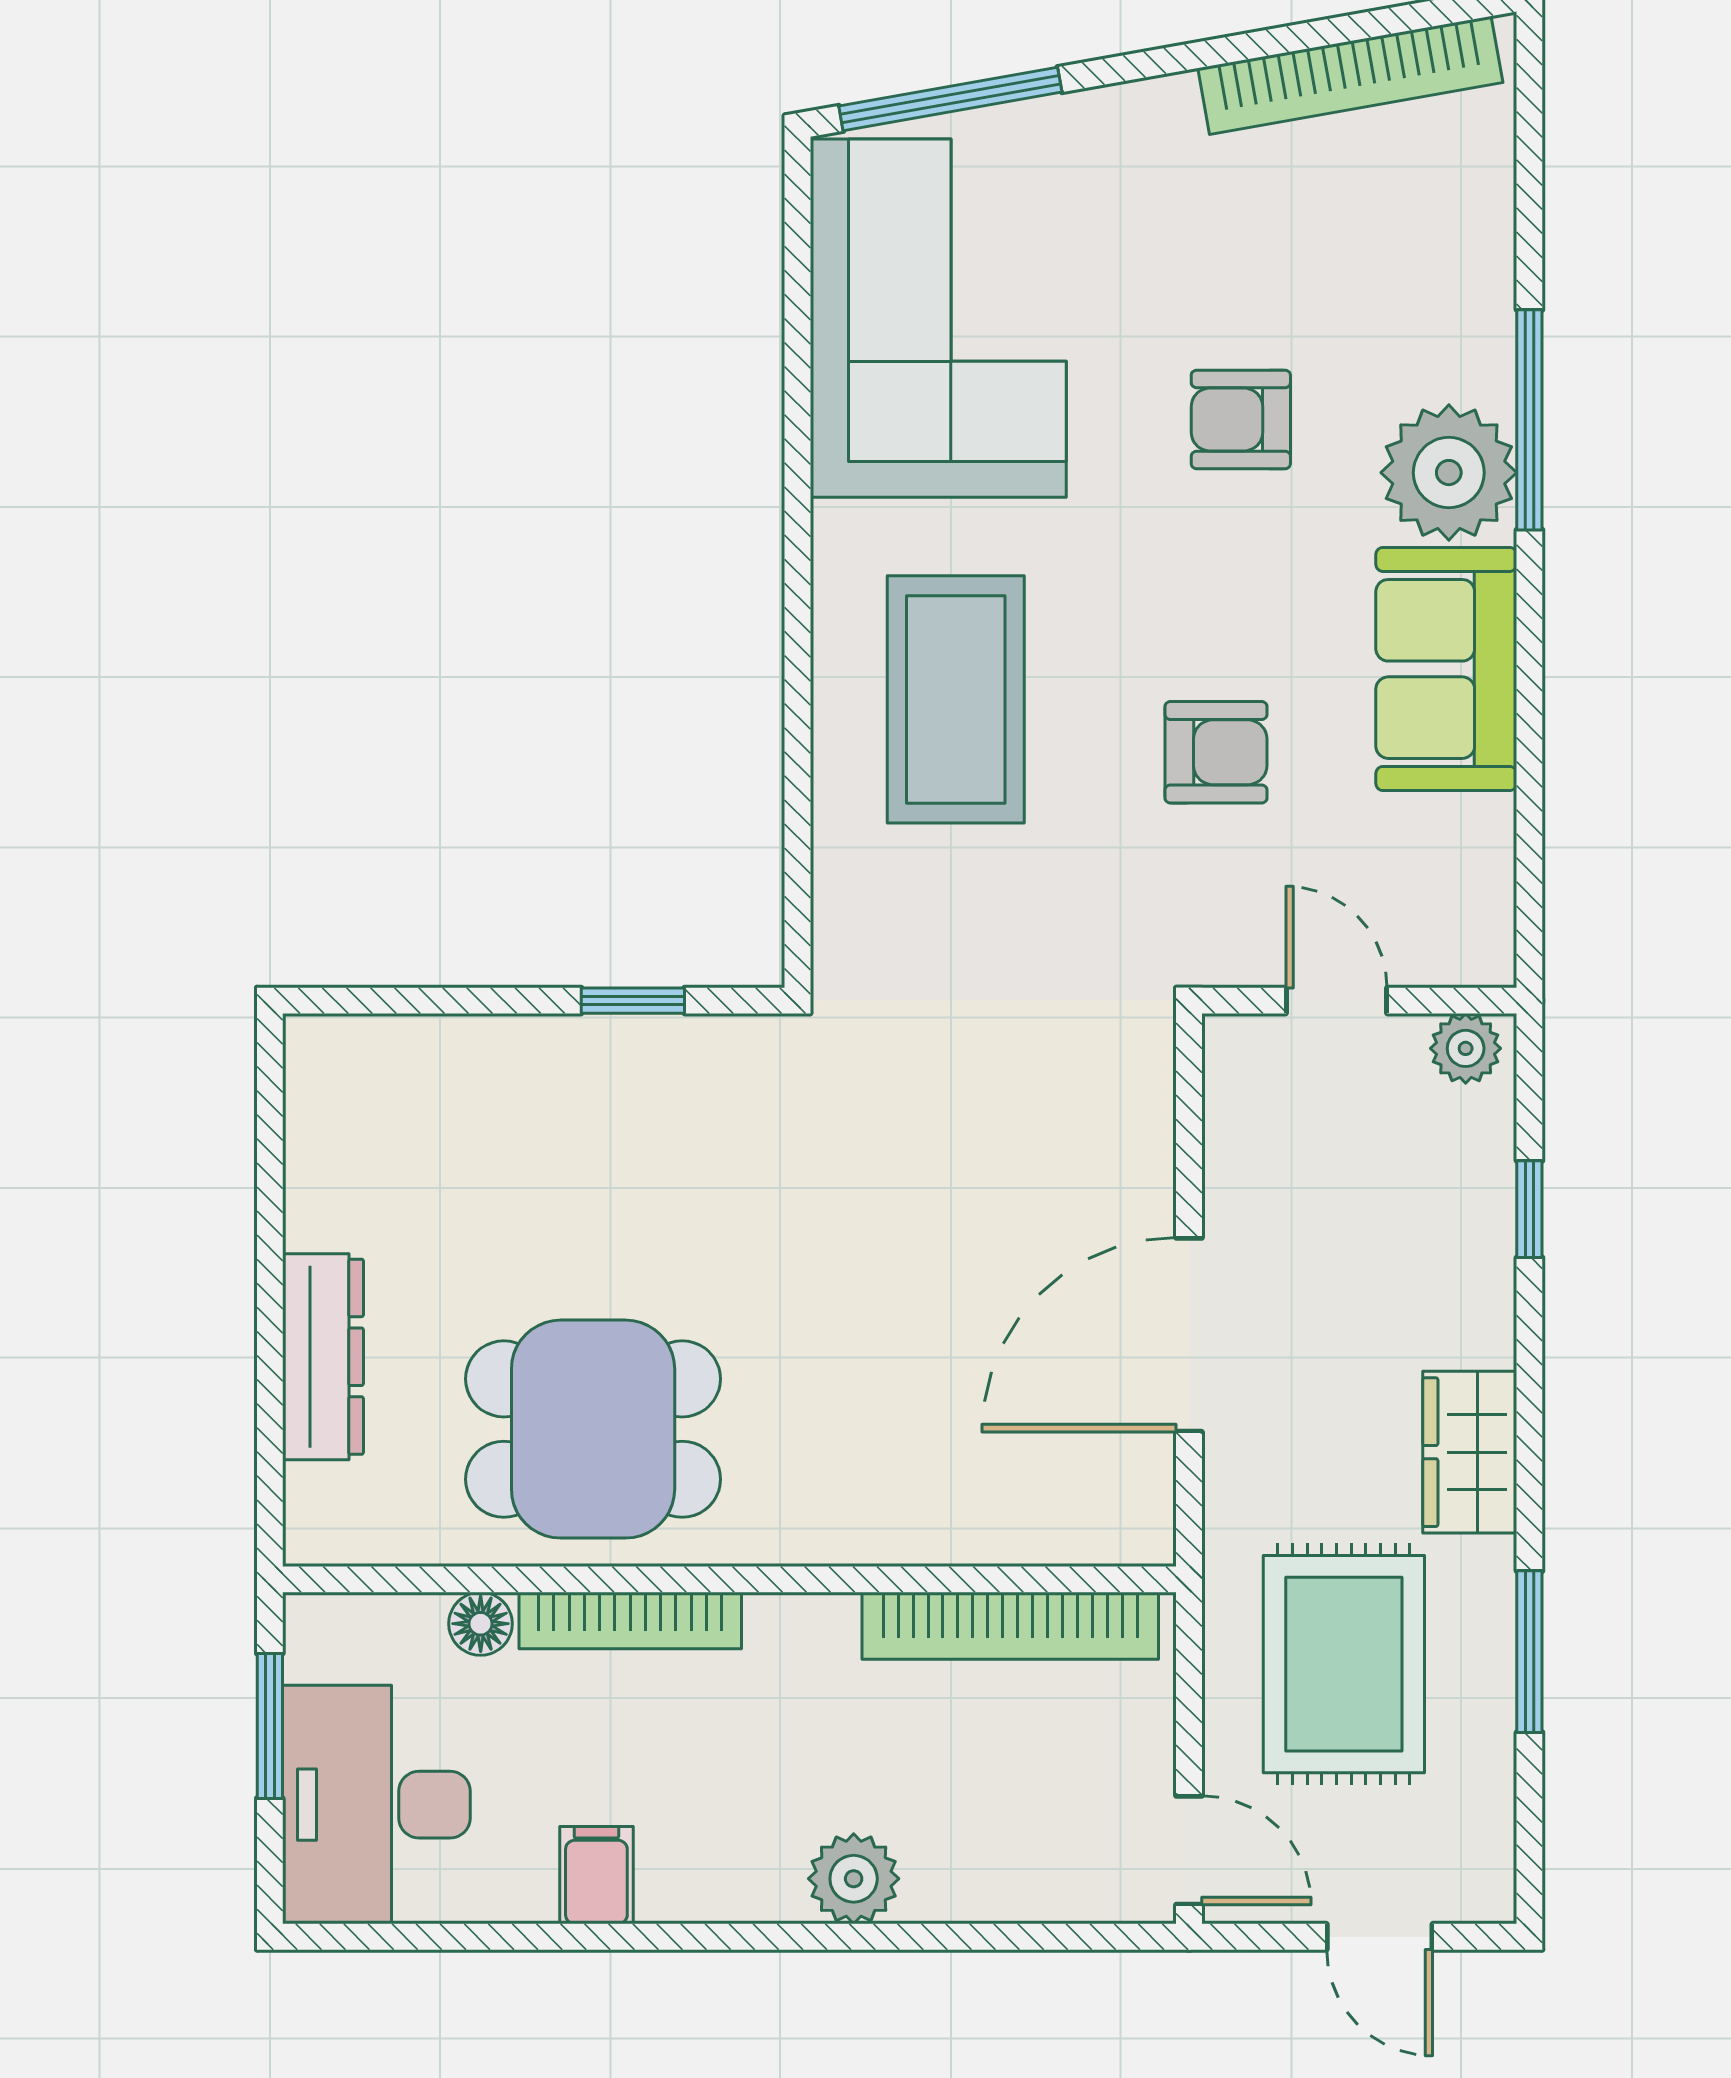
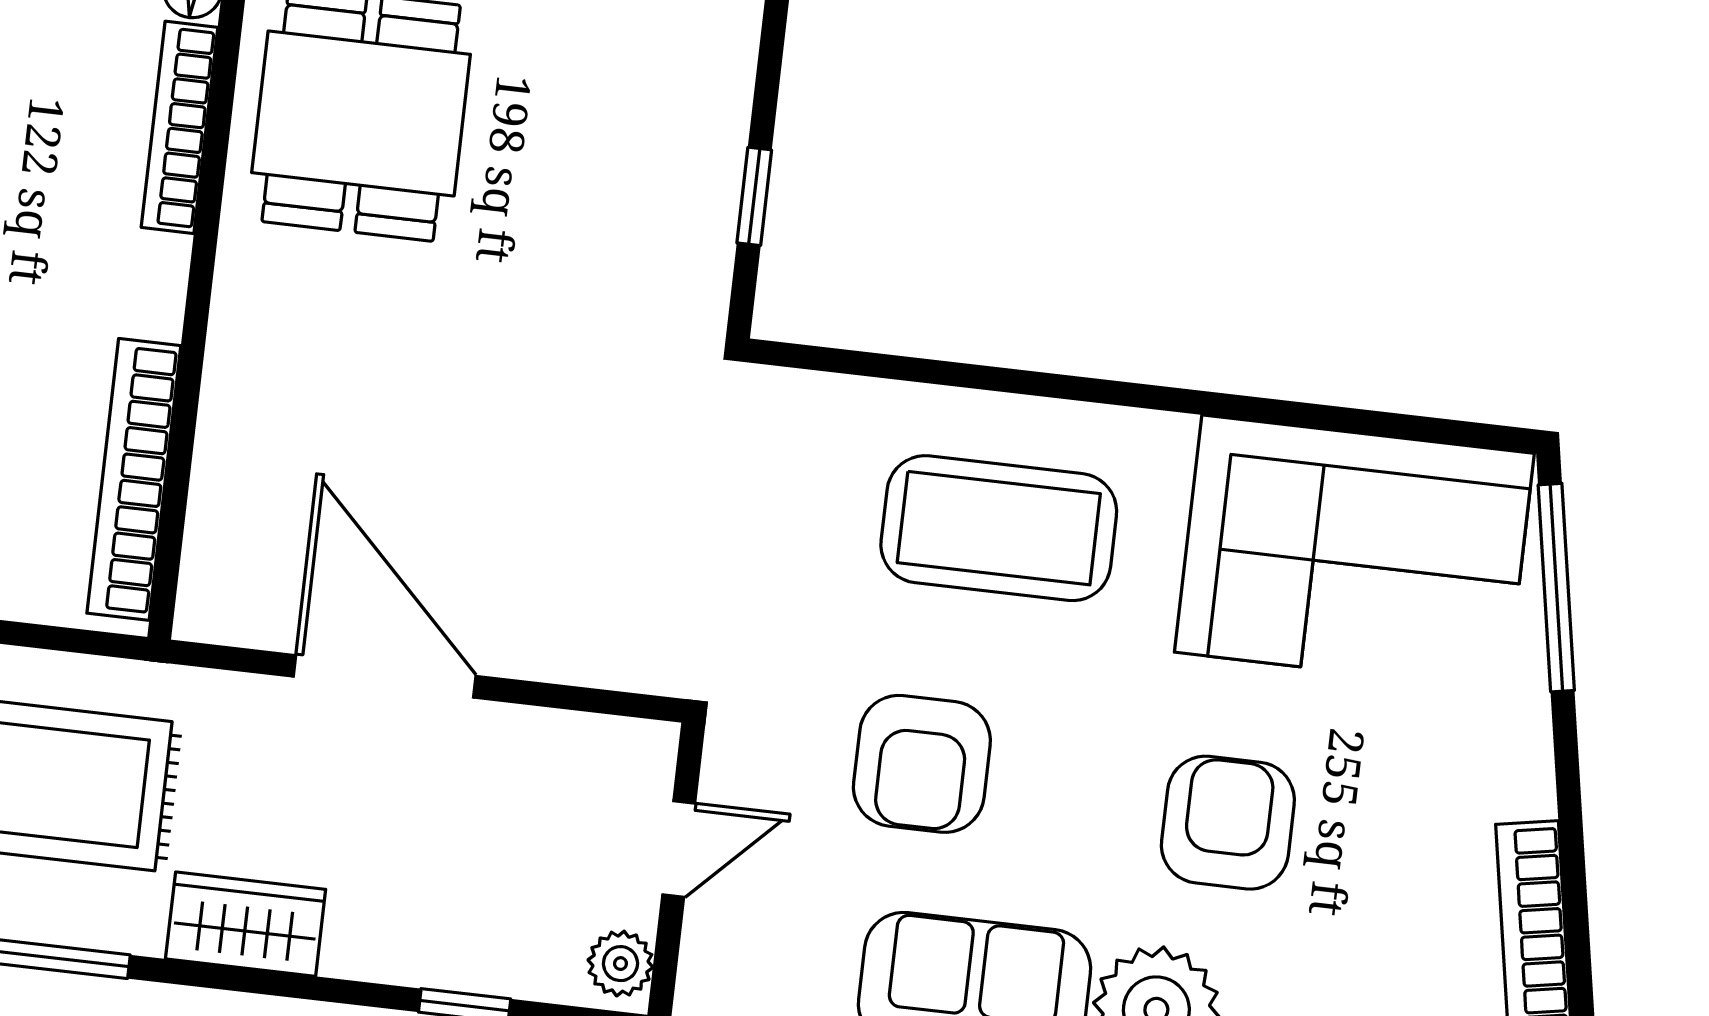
armchair: (1241, 419) -> (1228, 823), width x1.38, depth x1.38
armchair: (1216, 752) -> (922, 764), width x1.38, depth x1.38

